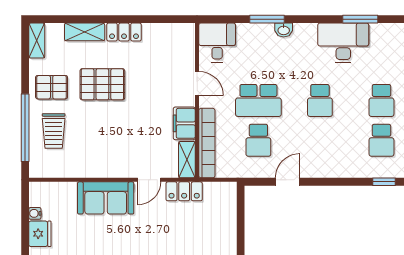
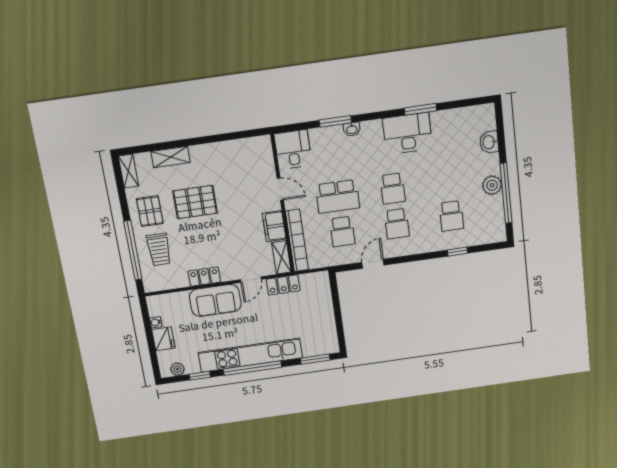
locker: (124, 32) -> (204, 277), moved, turned 180
pallet: (52, 87) -> (150, 211), turned 90
school desk: (381, 100) -> (397, 224), moved

